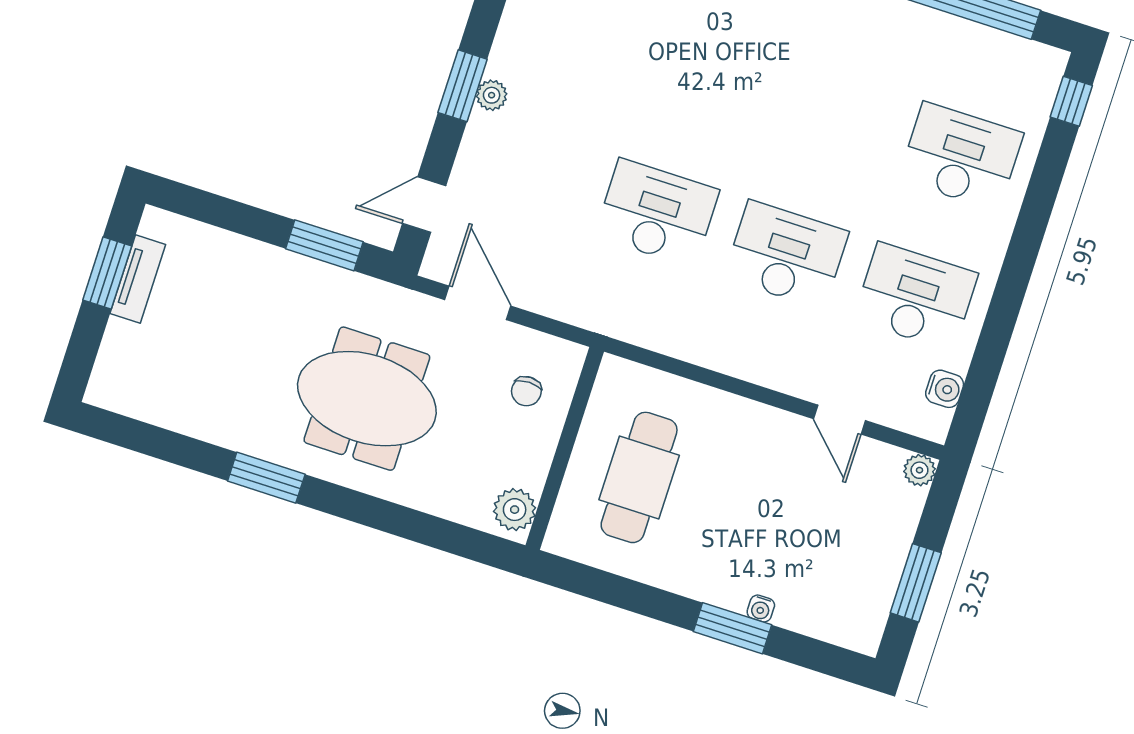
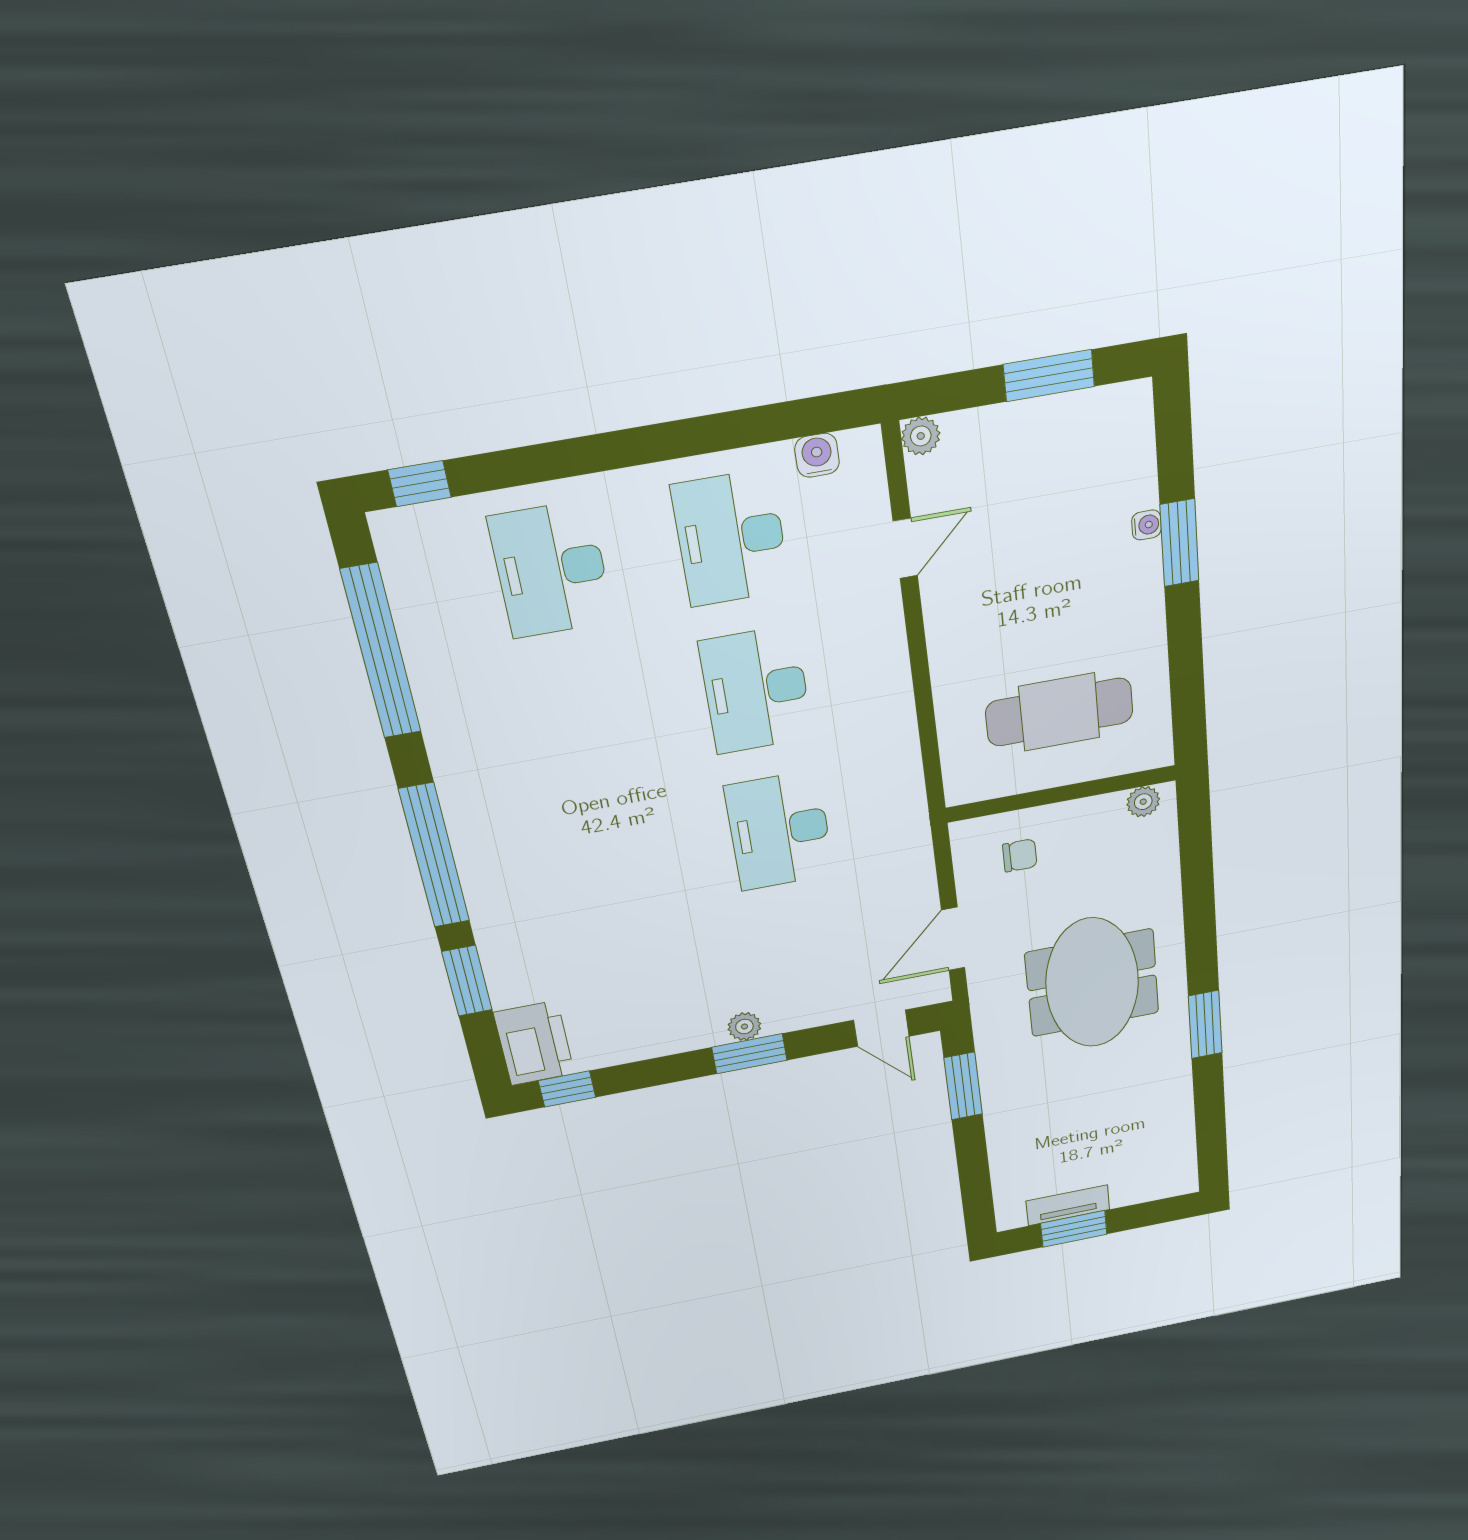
plant: (515, 510) -> (1143, 802), width x0.73, depth x0.73

